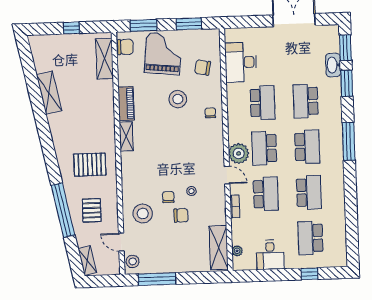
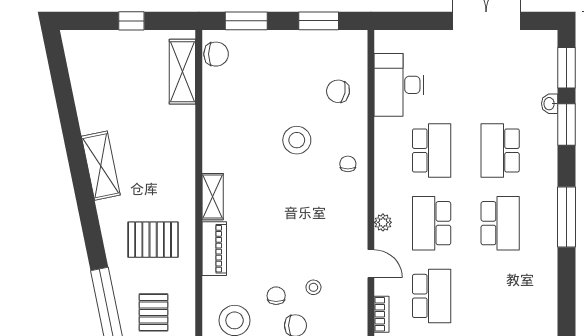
grand piano: (163, 54) -> (276, 67), removed
washbasin: (333, 65) -> (550, 104), width x0.52, depth x0.69
shelving: (49, 93) -> (101, 166), moved
piano: (126, 104) -> (214, 249), moved
plant: (239, 153) -> (383, 222), width x0.53, depth x0.53
school desk: (309, 192) -> (500, 296), removed

